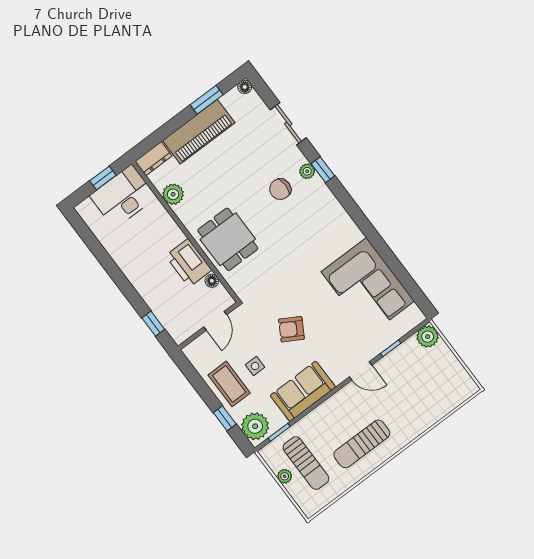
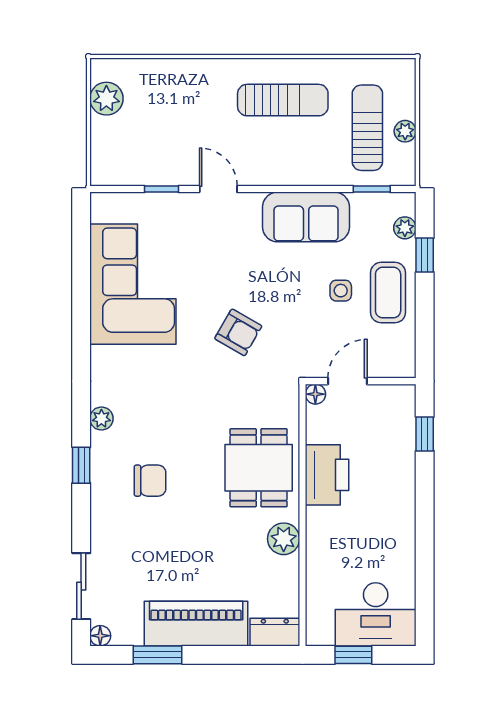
sliding door: (288, 124) -> (81, 586), moved
plant: (307, 171) -> (101, 418), moved
plant: (173, 194) -> (284, 539), moved
desk: (123, 196) -> (376, 614), moved
floor lamp: (212, 281) -> (315, 394), moved
armchair: (291, 329) -> (238, 332), moved
plant: (428, 337) -> (106, 99), moved
plant: (255, 426) -> (405, 228), width x0.53, depth x0.53

